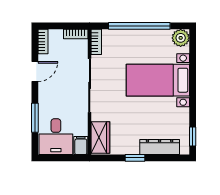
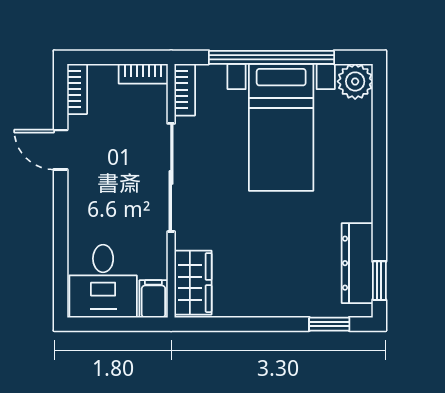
door: (35, 72) -> (61, 150), swing flipped
bed with nightstands: (158, 80) -> (281, 127), moved, turned -90
window: (35, 118) -> (61, 243), removed
dresser: (160, 147) -> (357, 263), moved, turned -90
window: (135, 158) -> (329, 324), moved

